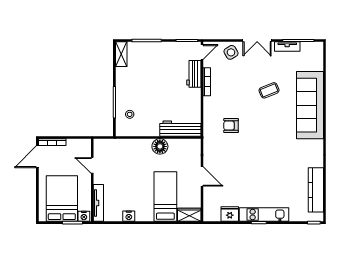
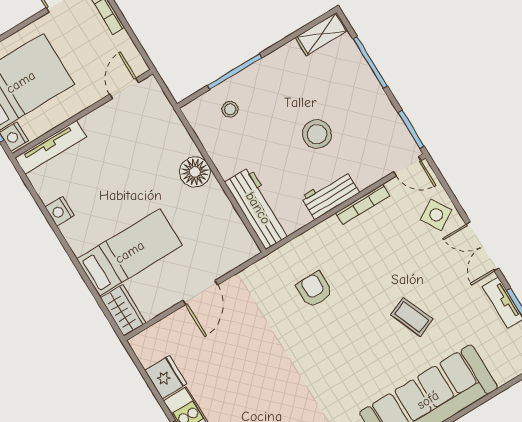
workbench: (194, 74) -> (330, 195), moved
stool: (164, 83) -> (317, 134), added
floor lamp: (160, 146) -> (195, 172), moved
door: (92, 165) -> (124, 88), moved

